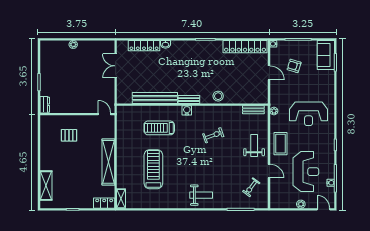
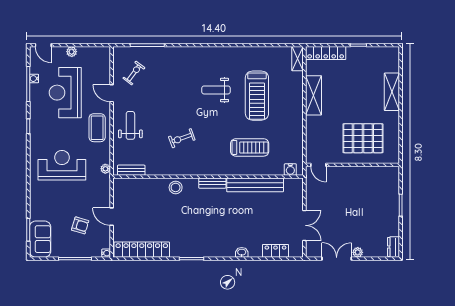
double door: (90, 39) -> (337, 259), added
locker: (144, 46) -> (275, 251), width x0.66
dresser: (45, 105) -> (394, 247), moved
water cooler: (187, 110) -> (290, 169), moved
pallet: (69, 135) -> (363, 138), width x2.05, depth x2.00
weight bench: (254, 145) -> (130, 125), turned 180
shelving: (108, 162) -> (314, 95), width x0.68
shelving: (46, 186) -> (392, 92), moved
weight bench: (201, 195) -> (216, 90), moved
locker: (104, 203) -> (326, 53), width x1.53

